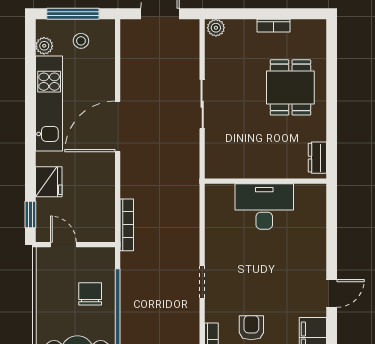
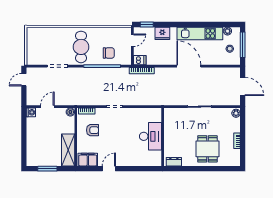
dining table: (290, 87) -> (207, 149), turned 90
dishwasher: (105, 229) -> (140, 60), added
door: (332, 293) -> (109, 169), swing flipped

